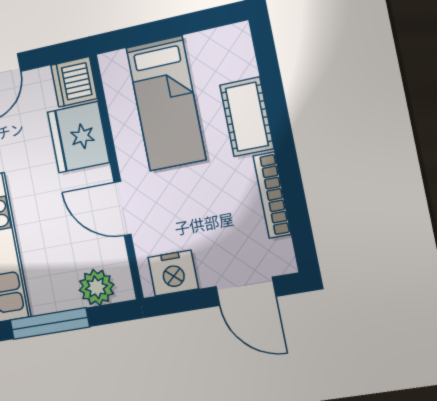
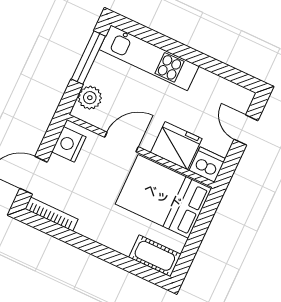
bed: (166, 103) -> (163, 196), width x1.50
cot: (247, 117) -> (155, 256), moved
bookcase: (272, 195) -> (52, 214), moved

